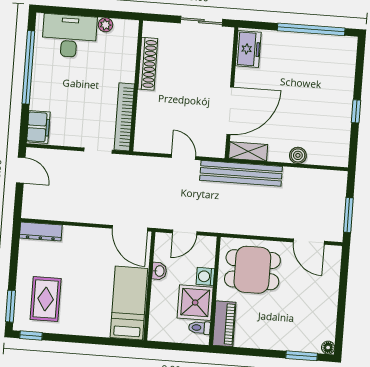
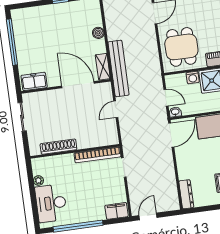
washbasin: (159, 271) -> (175, 112), moved

